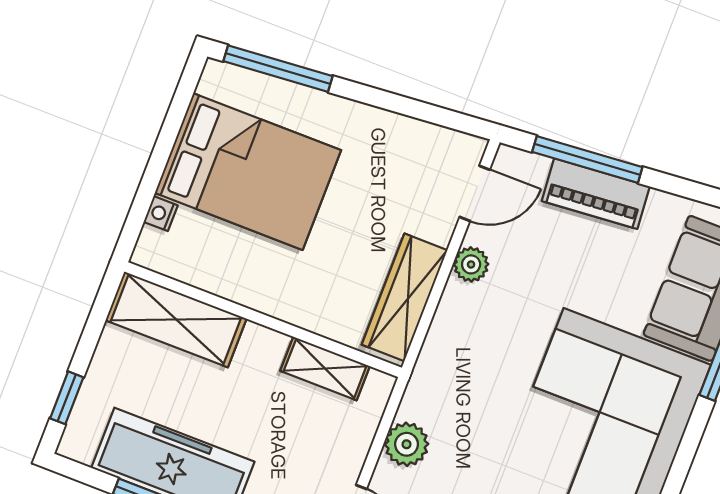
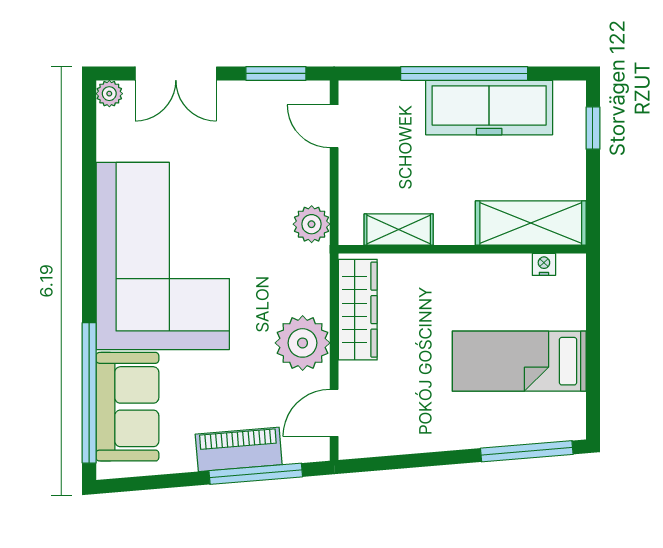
bed: (248, 172) -> (519, 361), width x0.67
nightstand: (161, 214) -> (544, 264), moved, turned -90
plant: (471, 264) -> (303, 343), width x1.87, depth x1.87
plant: (407, 444) -> (312, 224), moved

